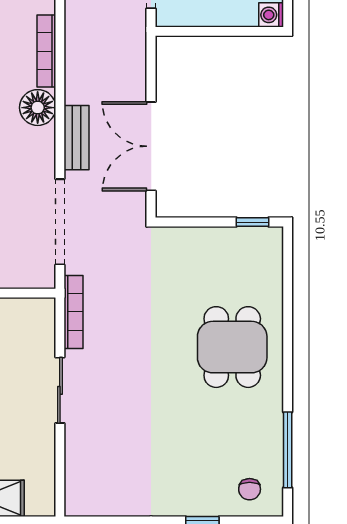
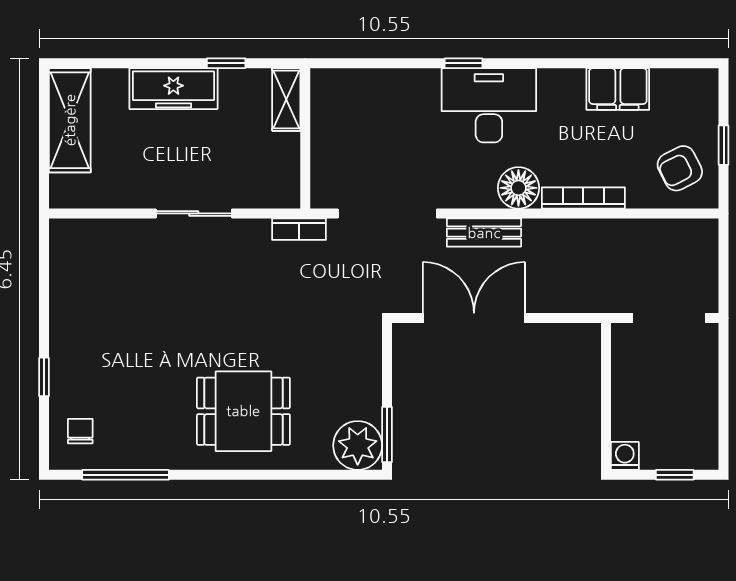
window: (252, 222) -> (387, 435), width x1.50
plant: (262, 248) -> (358, 445), added
bookcase: (74, 312) -> (299, 229), width x0.64
chair: (250, 489) -> (80, 431), turned 90

